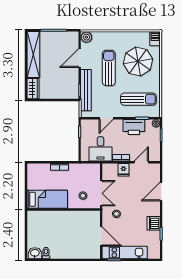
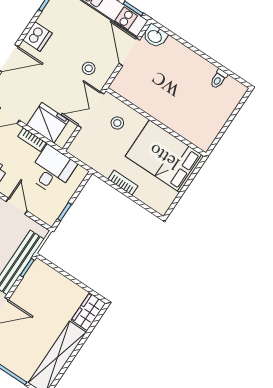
door: (106, 118) -> (17, 206), hinge flipped
fridge: (123, 170) -> (48, 123), width x1.88, depth x1.34
bed: (47, 199) -> (165, 156), width x1.50
dishwasher: (154, 223) -> (37, 37), moved
washbasin: (35, 253) -> (155, 36), moved

